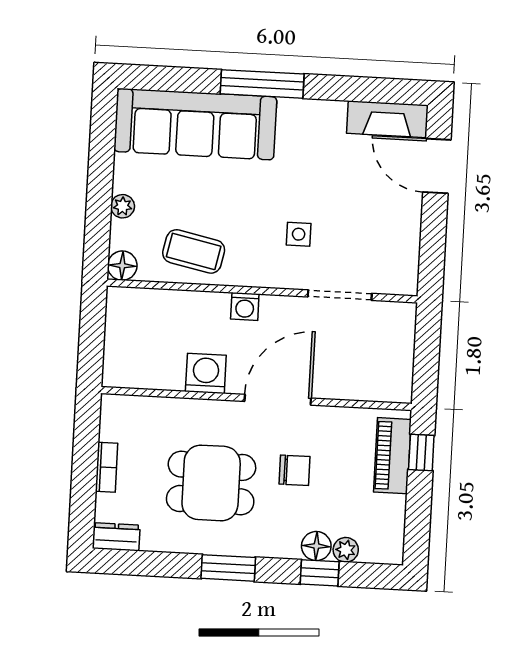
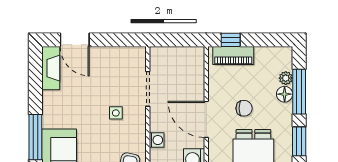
door: (437, 166) -> (75, 40), hinge flipped
chair: (294, 470) -> (244, 108), turned 90
window: (320, 573) -> (299, 92), width x2.17

